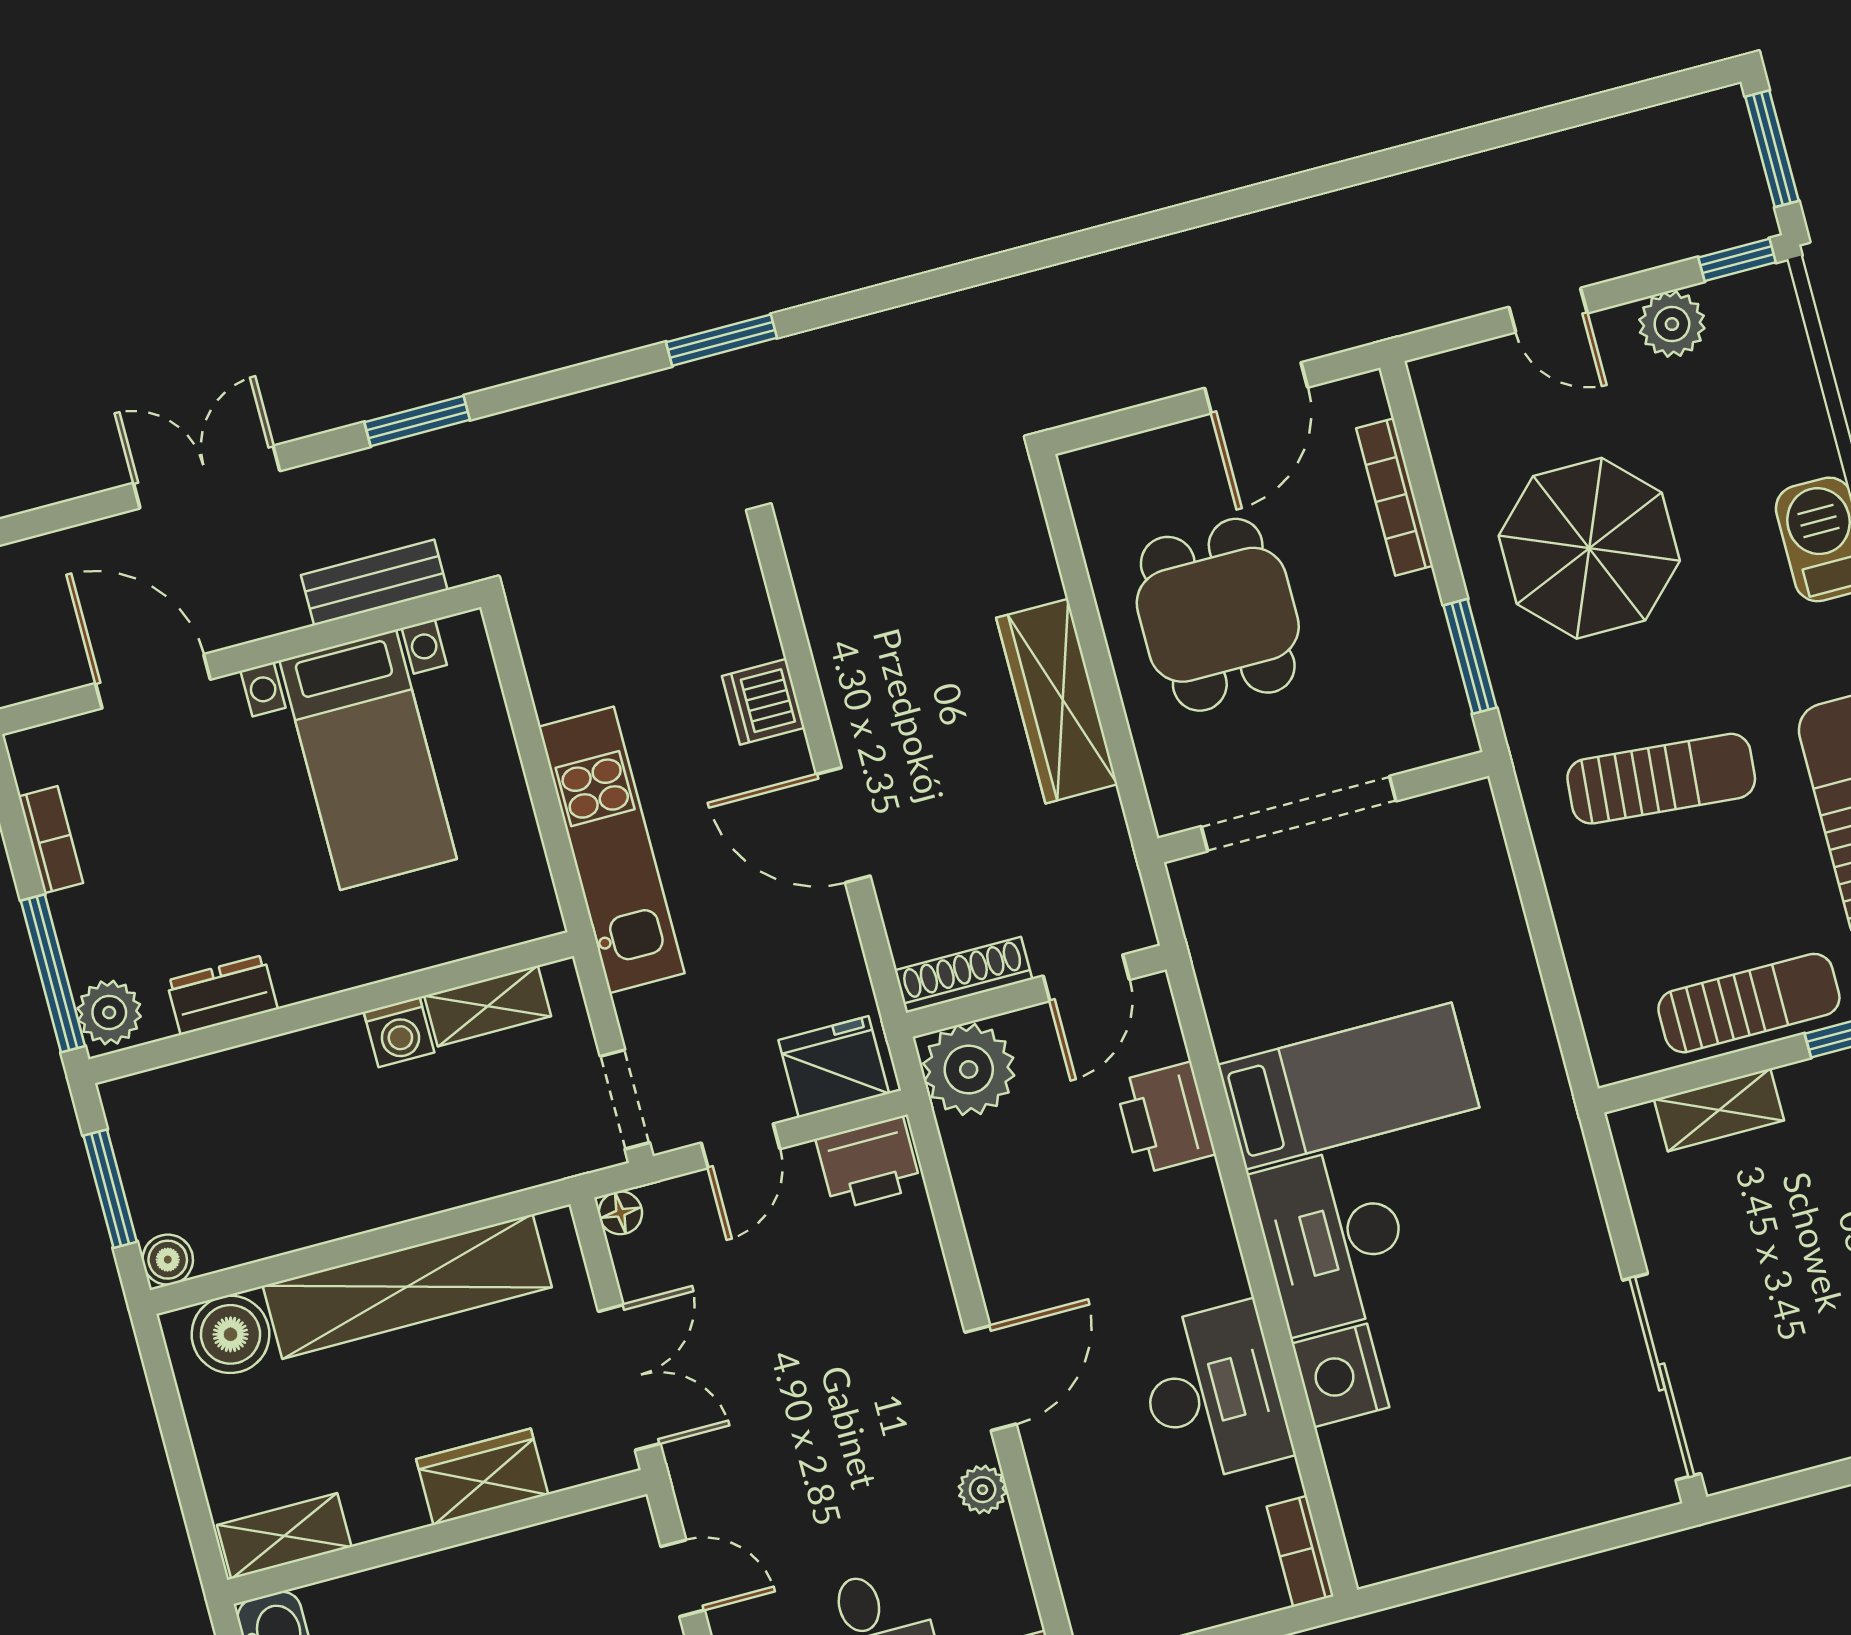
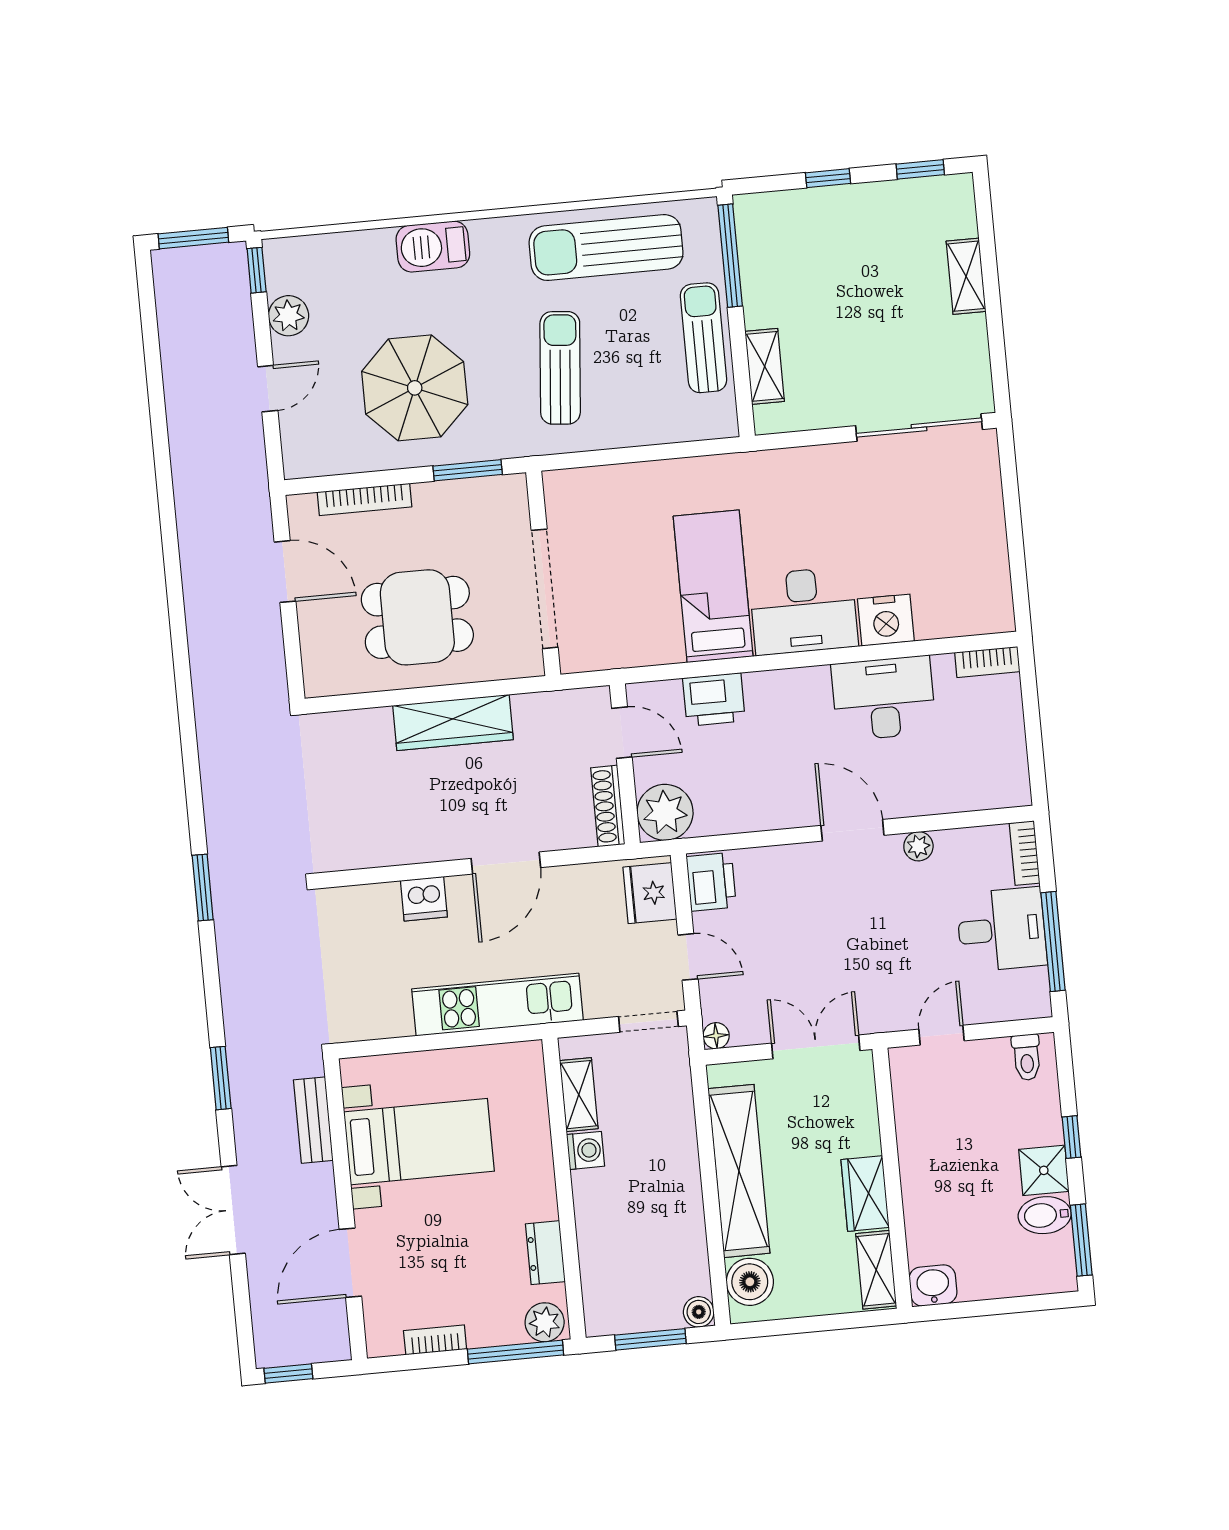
wardrobe: (482, 1477) -> (865, 1194), moved

